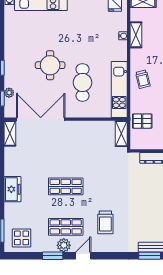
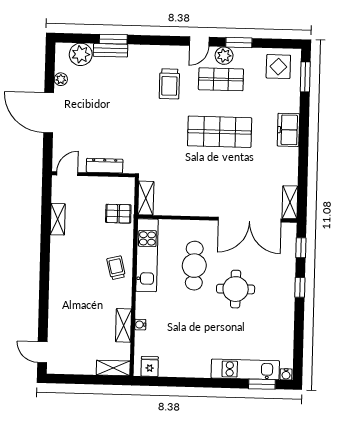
plant: (9, 93) -> (290, 255), removed
shop shelf: (66, 186) -> (220, 132), width x1.43, depth x1.36
trolley: (105, 222) -> (169, 84), turned 180

